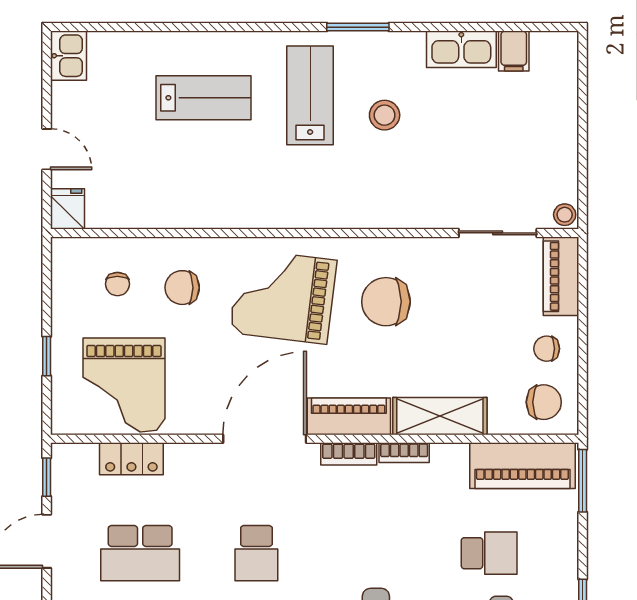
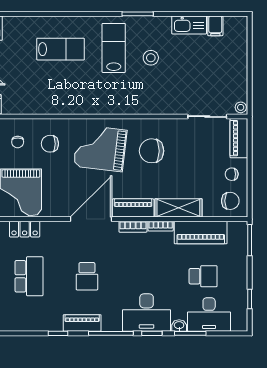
piano: (522, 466) -> (201, 233), moved
school desk: (140, 553) -> (29, 276), turned -90

